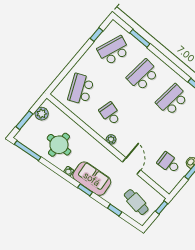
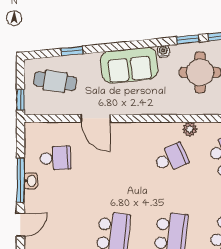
school desk: (110, 114) -> (171, 158), turned -39
plant: (111, 139) -> (190, 129), moved
window: (85, 190) -> (188, 39), moved

